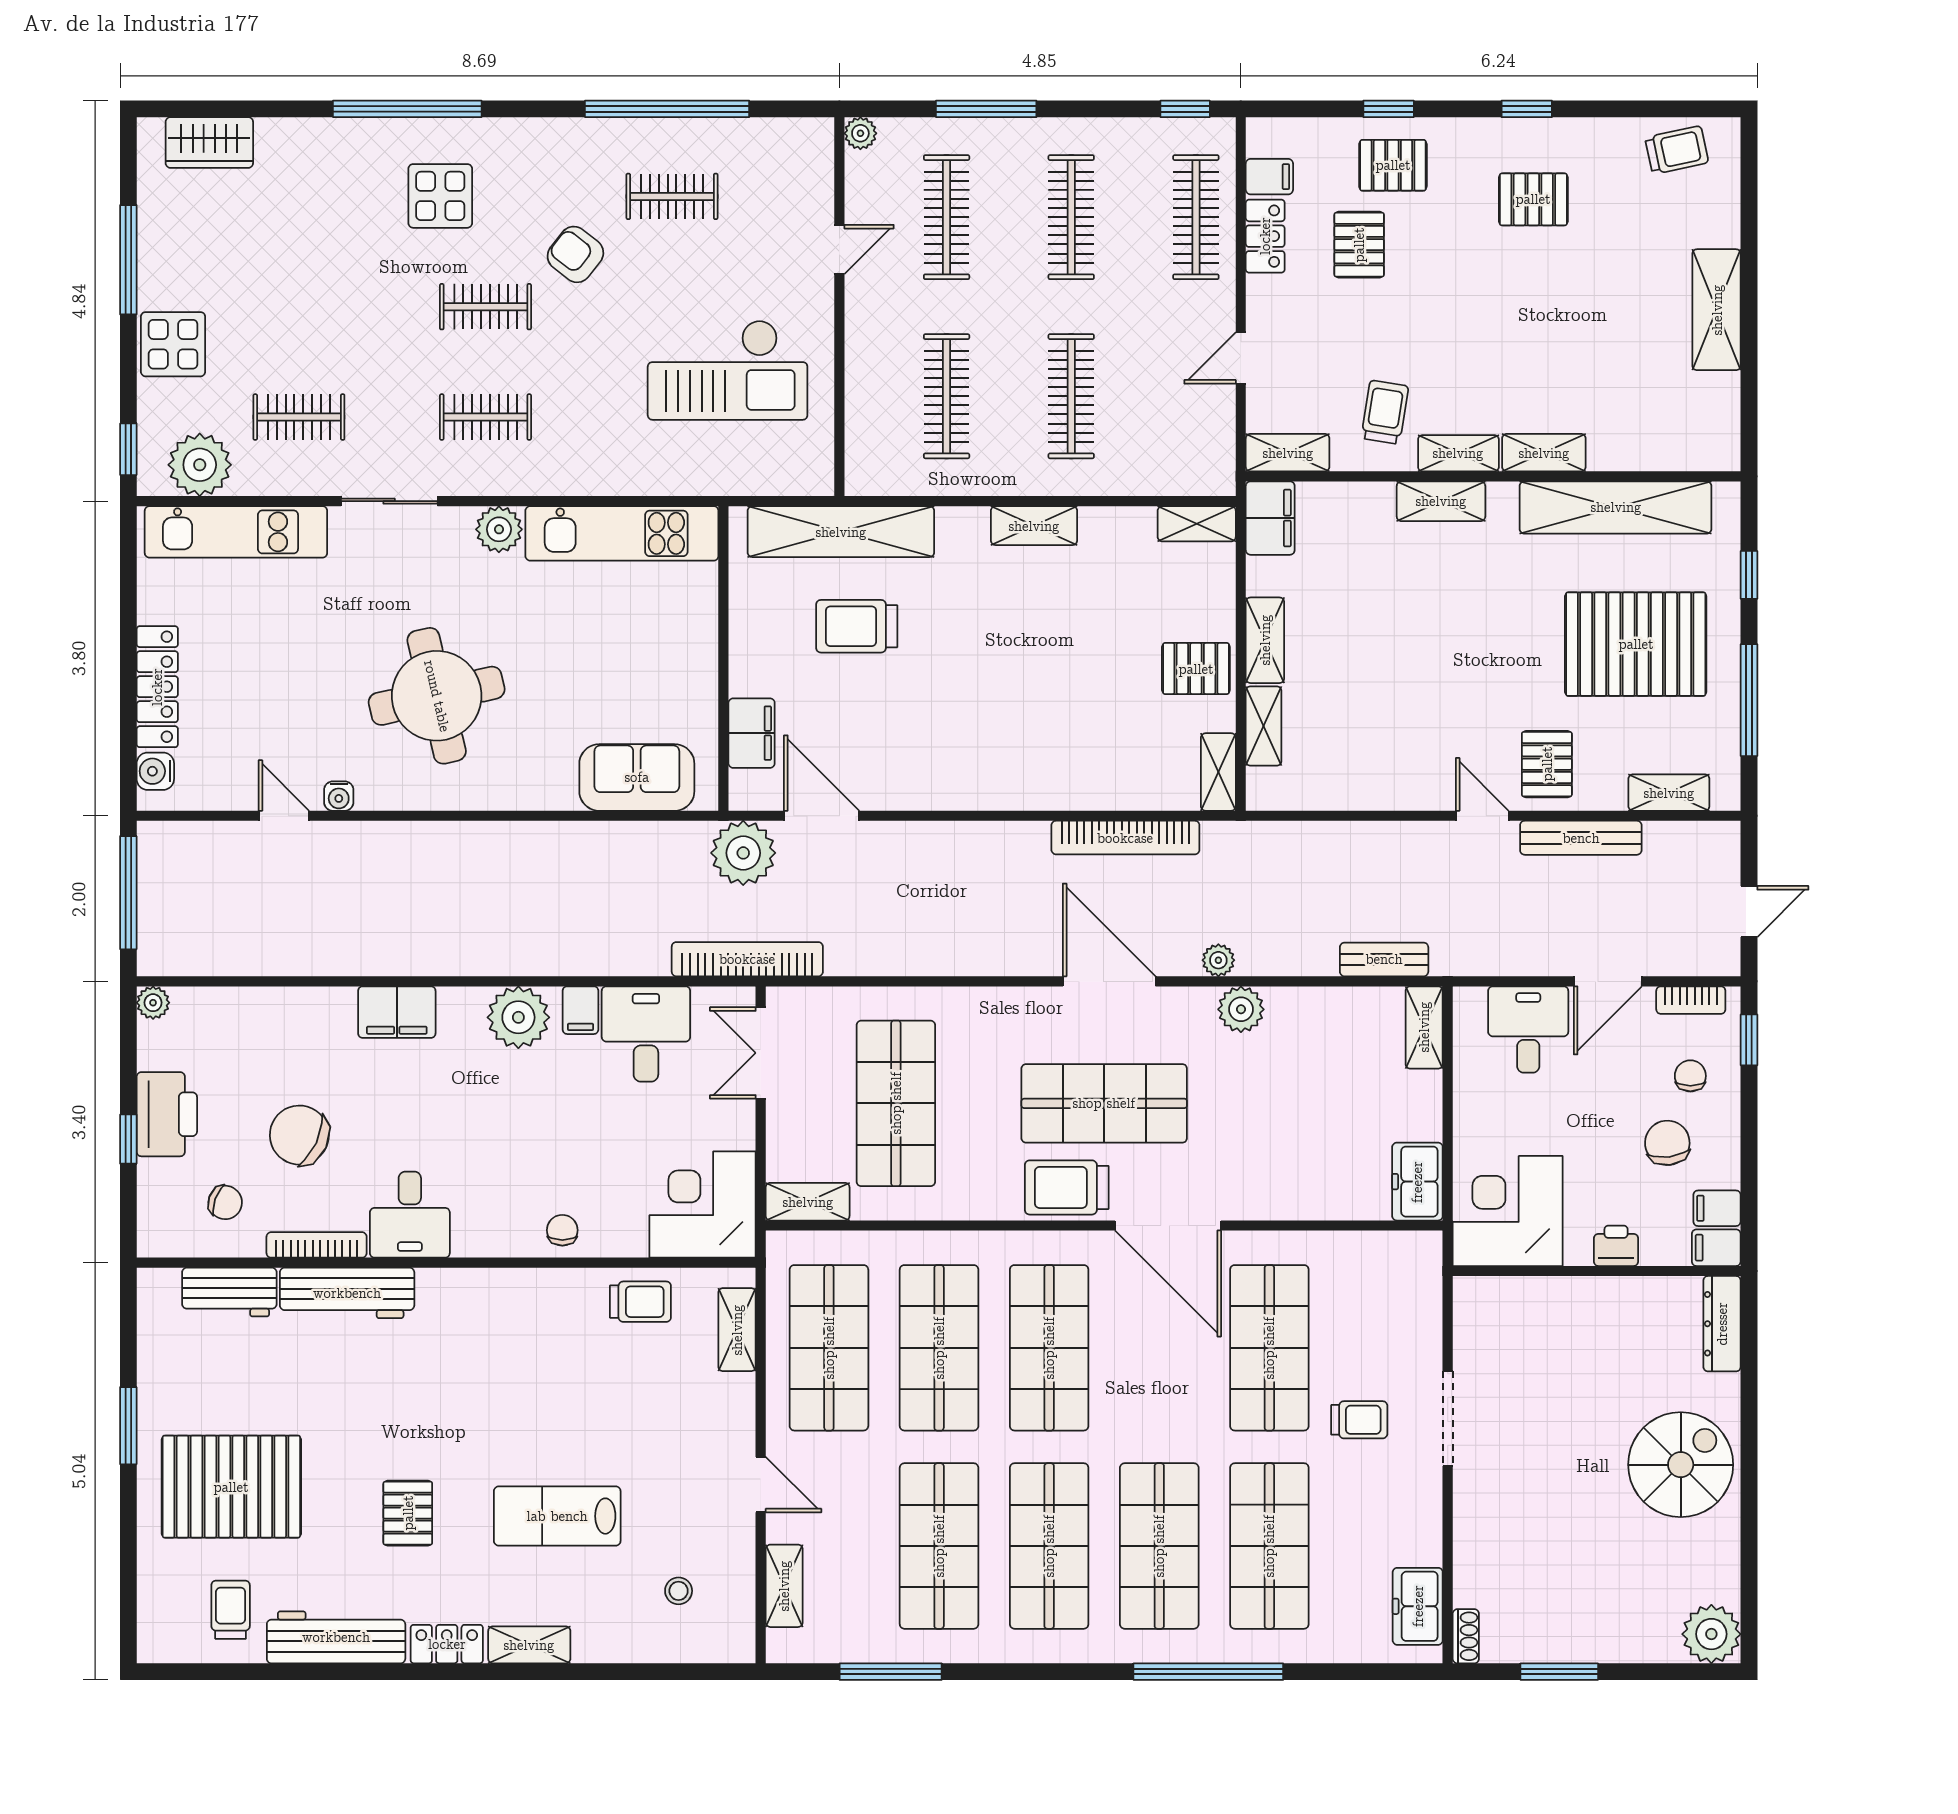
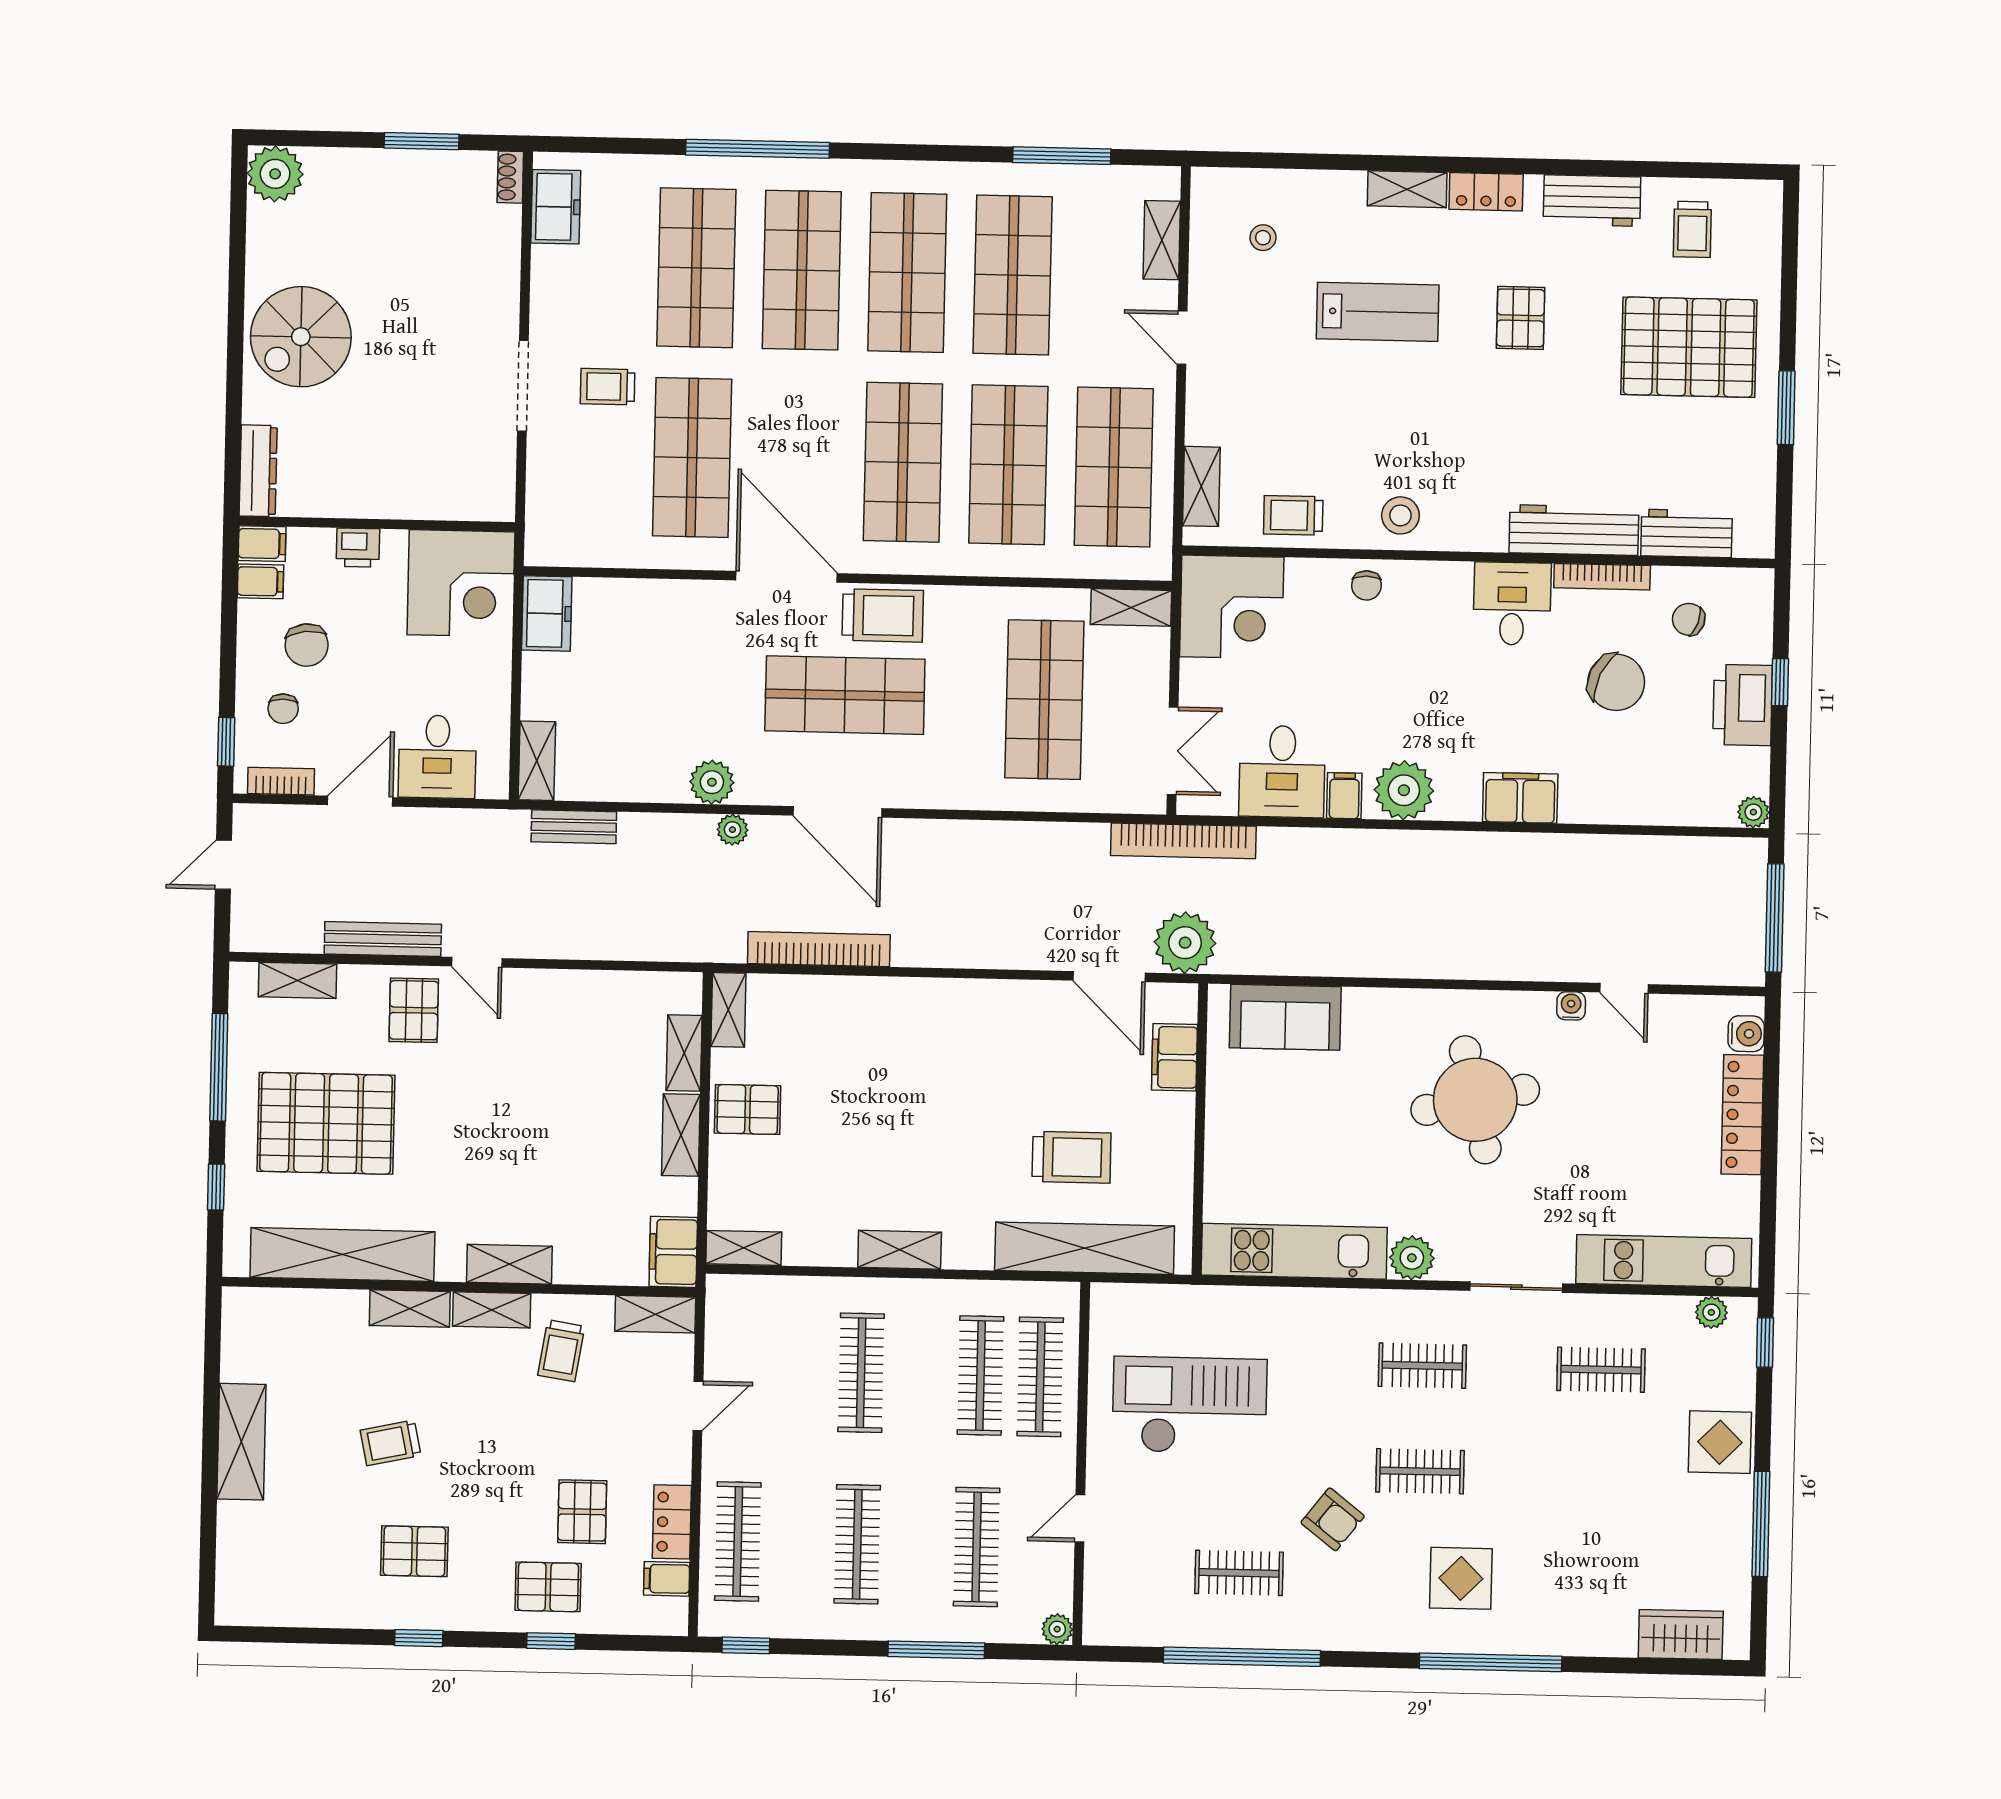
trolley: (1677, 150) -> (391, 1443), moved
clothes rail: (884, 396) -> (1040, 1377), added
plant: (200, 465) -> (1711, 1312), width x0.53, depth x0.53
stool: (528, 1304) -> (1400, 515), added
workbench: (336, 1637) -> (1592, 201), width x0.73

